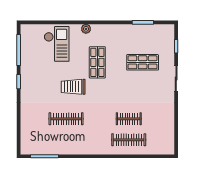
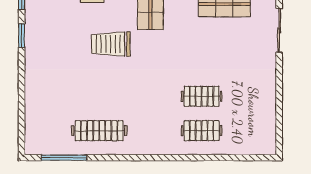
clothes rail: (66, 119) -> (99, 131), moved
clothes rail: (129, 140) -> (202, 131), width x0.73

